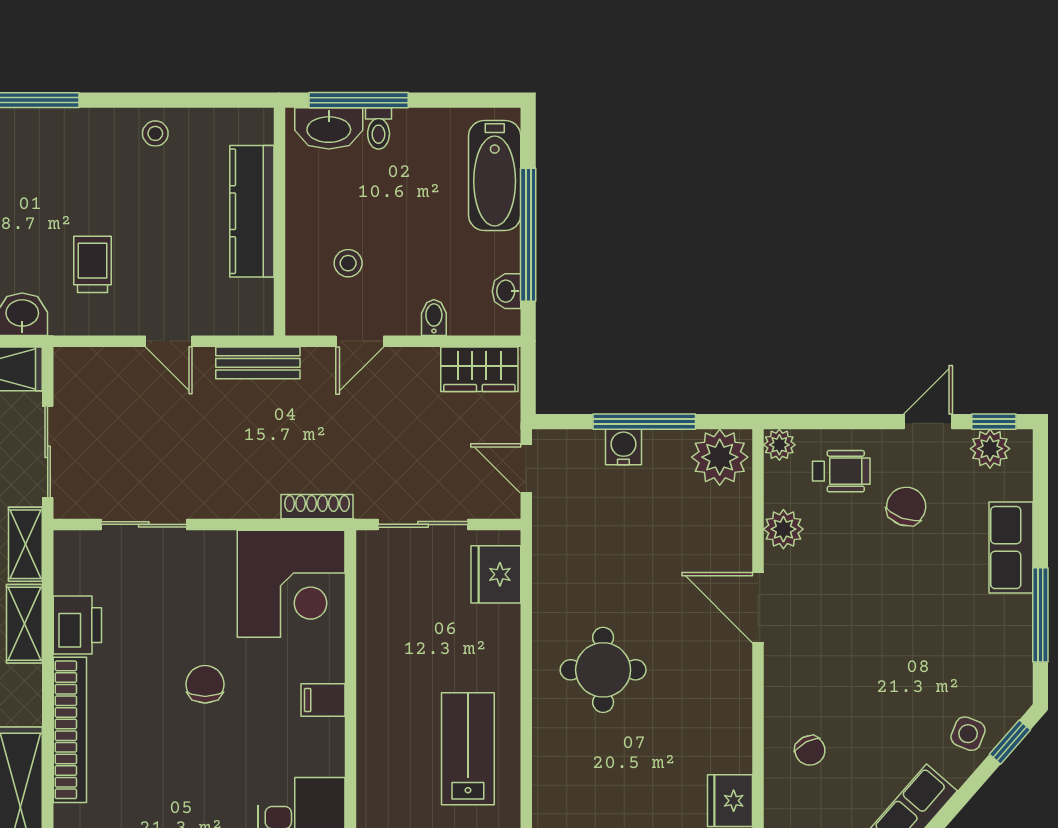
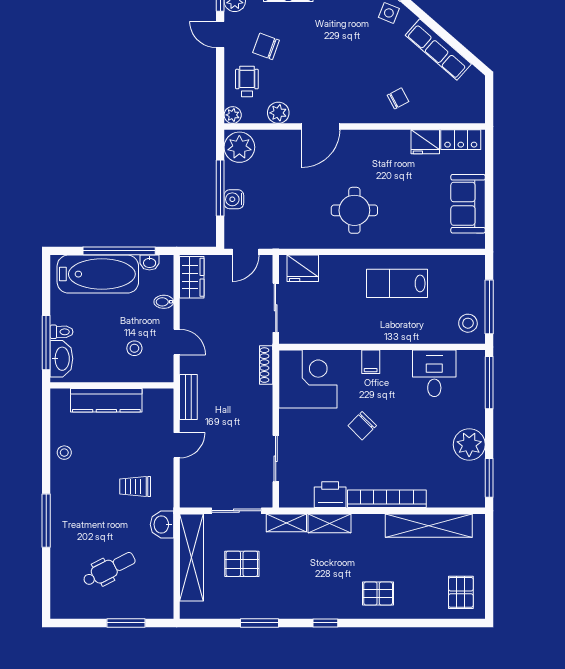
bathtub: (495, 175) -> (98, 274), width x1.36, depth x1.36
chair: (205, 684) -> (362, 426), turned -45

